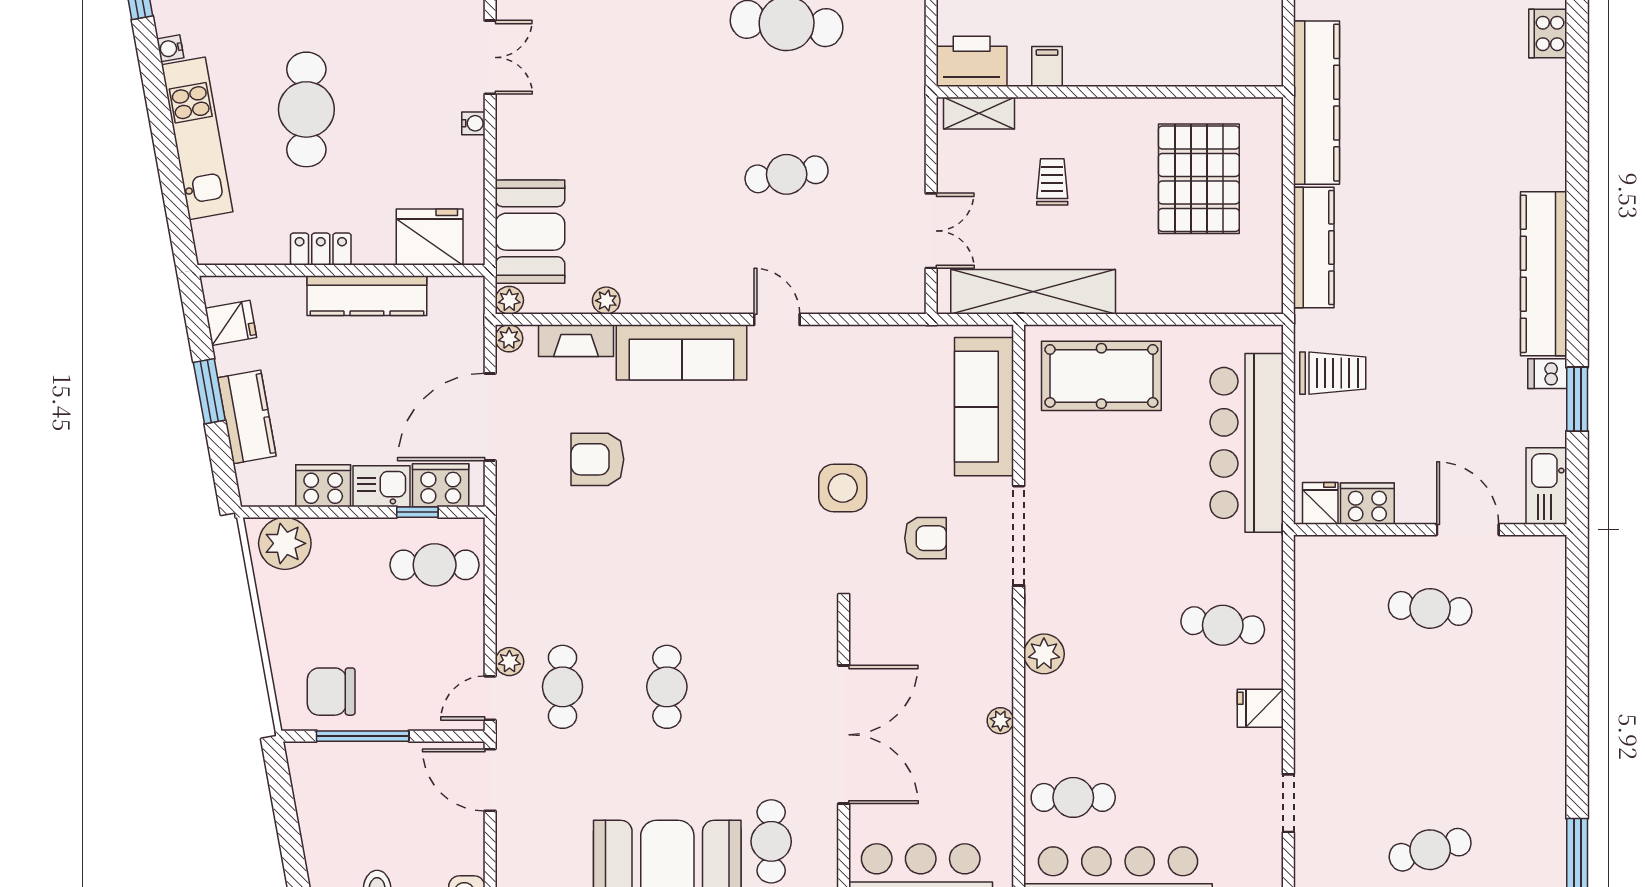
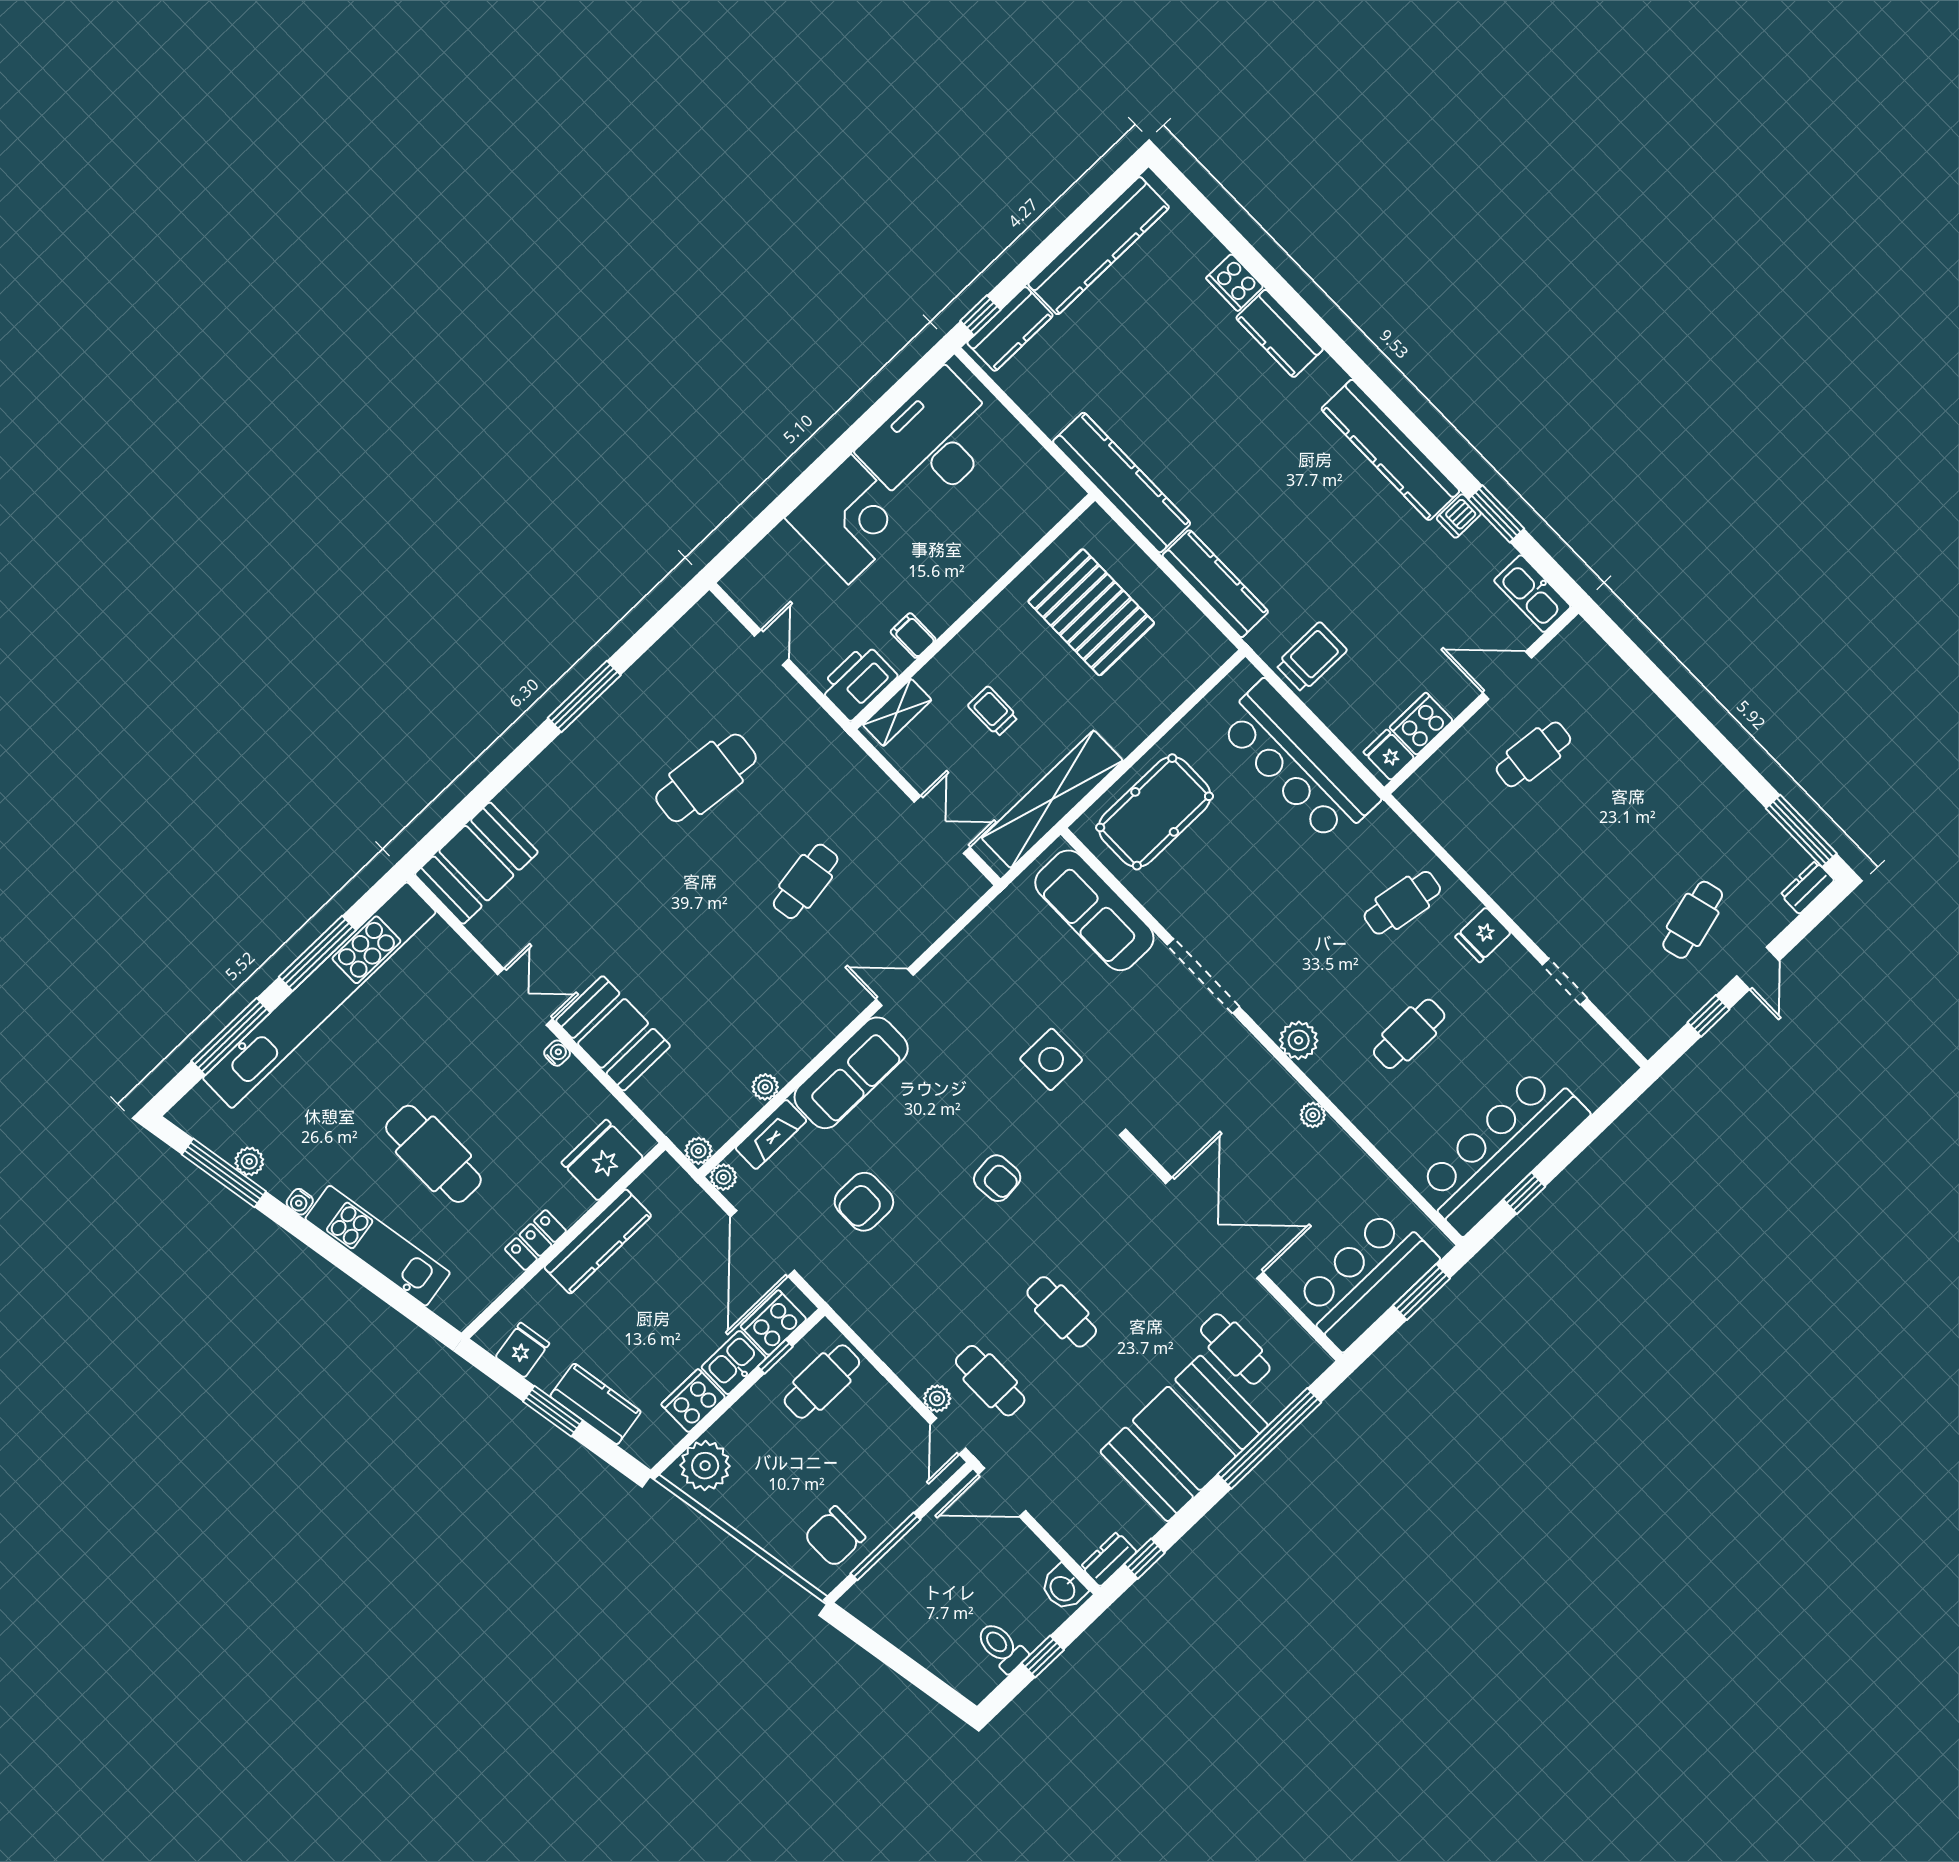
kitchen counter: (1545, 105) -> (1280, 333), added
booth: (530, 232) -> (613, 1033), moved
armchair: (925, 538) -> (997, 1178), moved, turned 85
cafe table: (1073, 797) -> (1409, 1034), moved

